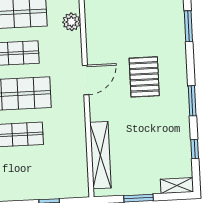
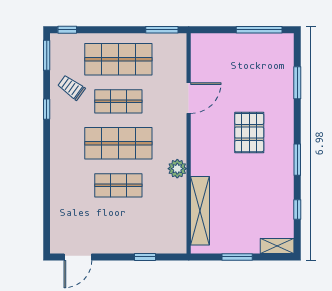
plant: (71, 22) -> (177, 169), moved
door: (86, 80) -> (189, 98), moved

